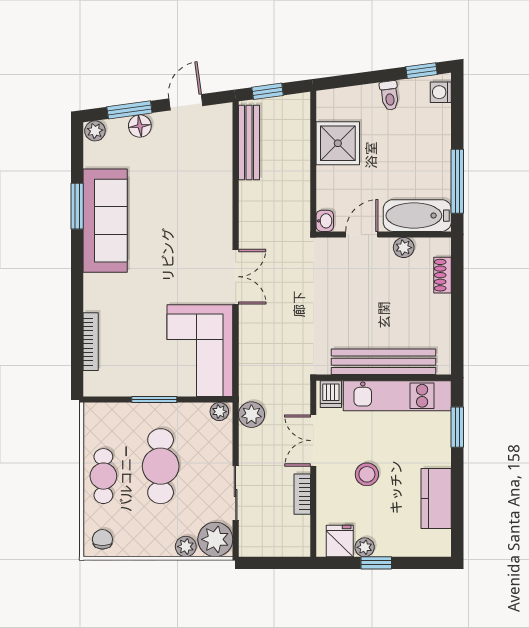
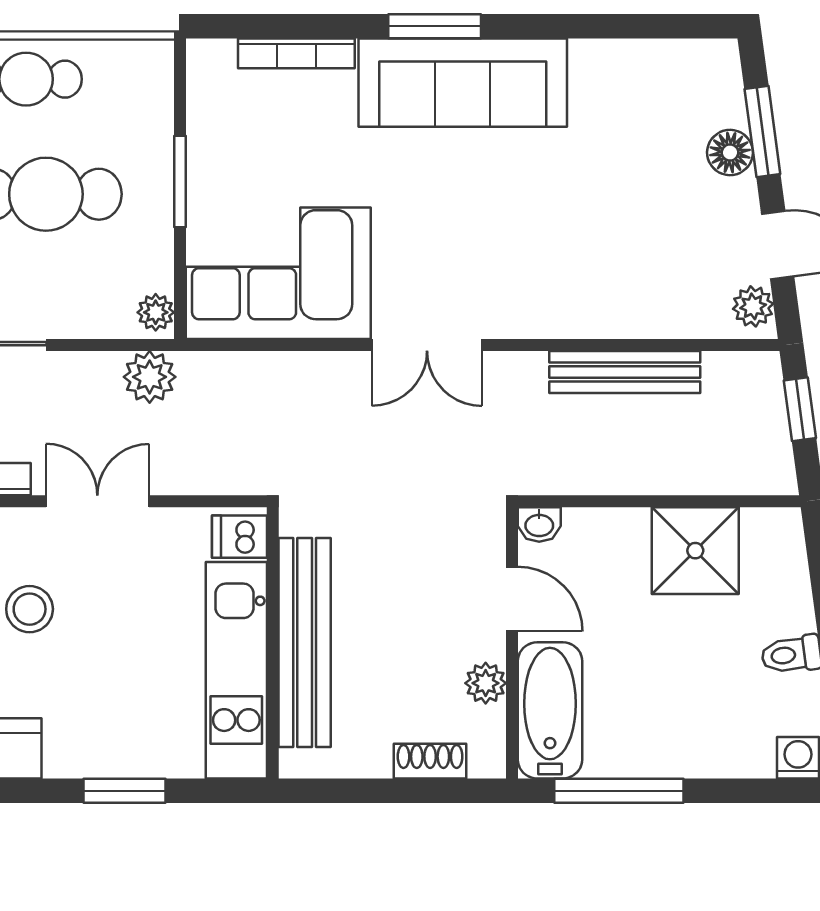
plant: (95, 131) -> (753, 306), moved
bench: (249, 142) -> (625, 372), moved
window: (77, 206) -> (435, 26), moved
sofa: (105, 221) -> (463, 83), moved
bench: (383, 362) -> (305, 642), moved
wall: (384, 378) -> (273, 643), moved
dishwasher: (331, 394) -> (240, 537), moved
kitchen unit: (397, 396) -> (236, 670), moved

